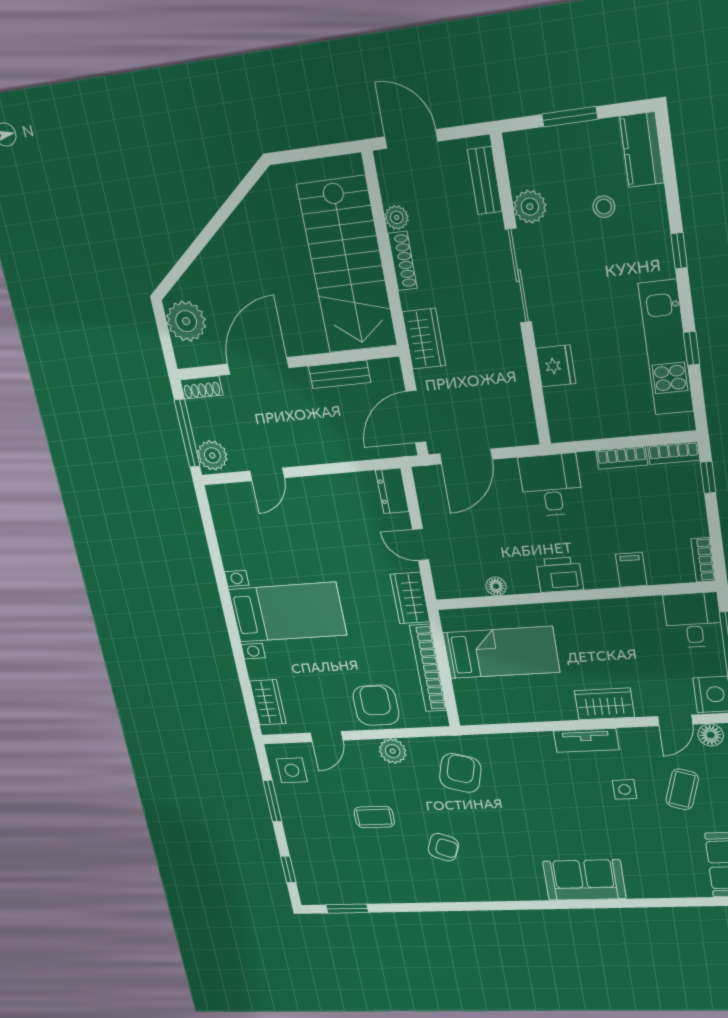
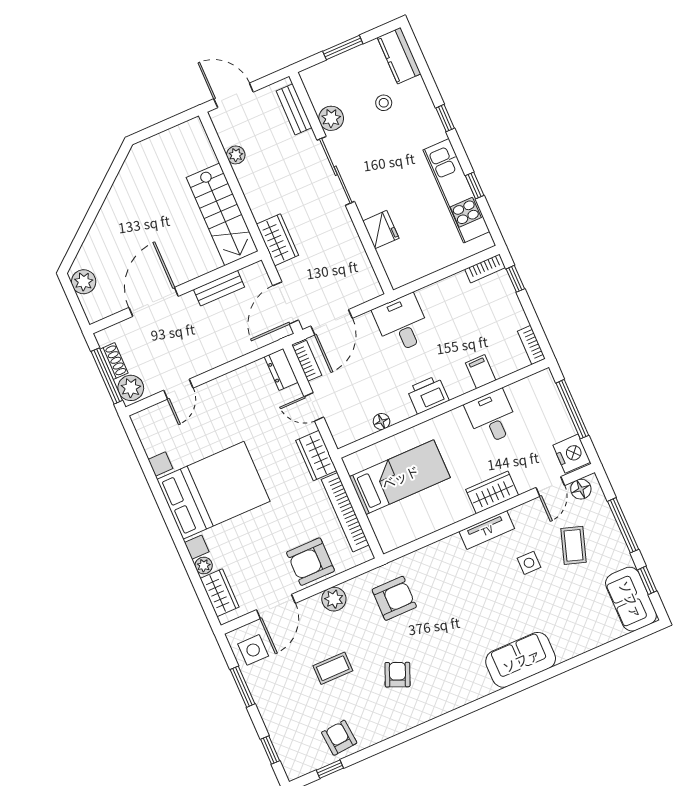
shoe rack: (403, 261) -> (248, 186), removed
stairs: (347, 266) -> (222, 214), width x0.73, depth x0.66
plant: (186, 321) -> (84, 282), width x0.73, depth x0.73
shoe rack: (202, 388) -> (114, 361), moved, turned -90
bookcase: (622, 458) -> (307, 361), moved, turned -90
bed with nightstands: (287, 612) -> (213, 490), width x1.36
desk: (693, 620) -> (492, 417), moved
plant: (256, 669) -> (204, 566), added
armchair: (376, 705) -> (310, 562), turned -90
door: (327, 737) -> (276, 606), width x1.38
armchair: (460, 773) -> (394, 598), turned 74
armchair: (443, 847) -> (397, 675), turned -89
armchair: (364, 884) -> (339, 738), added
window: (347, 909) -> (330, 769), width x0.67

